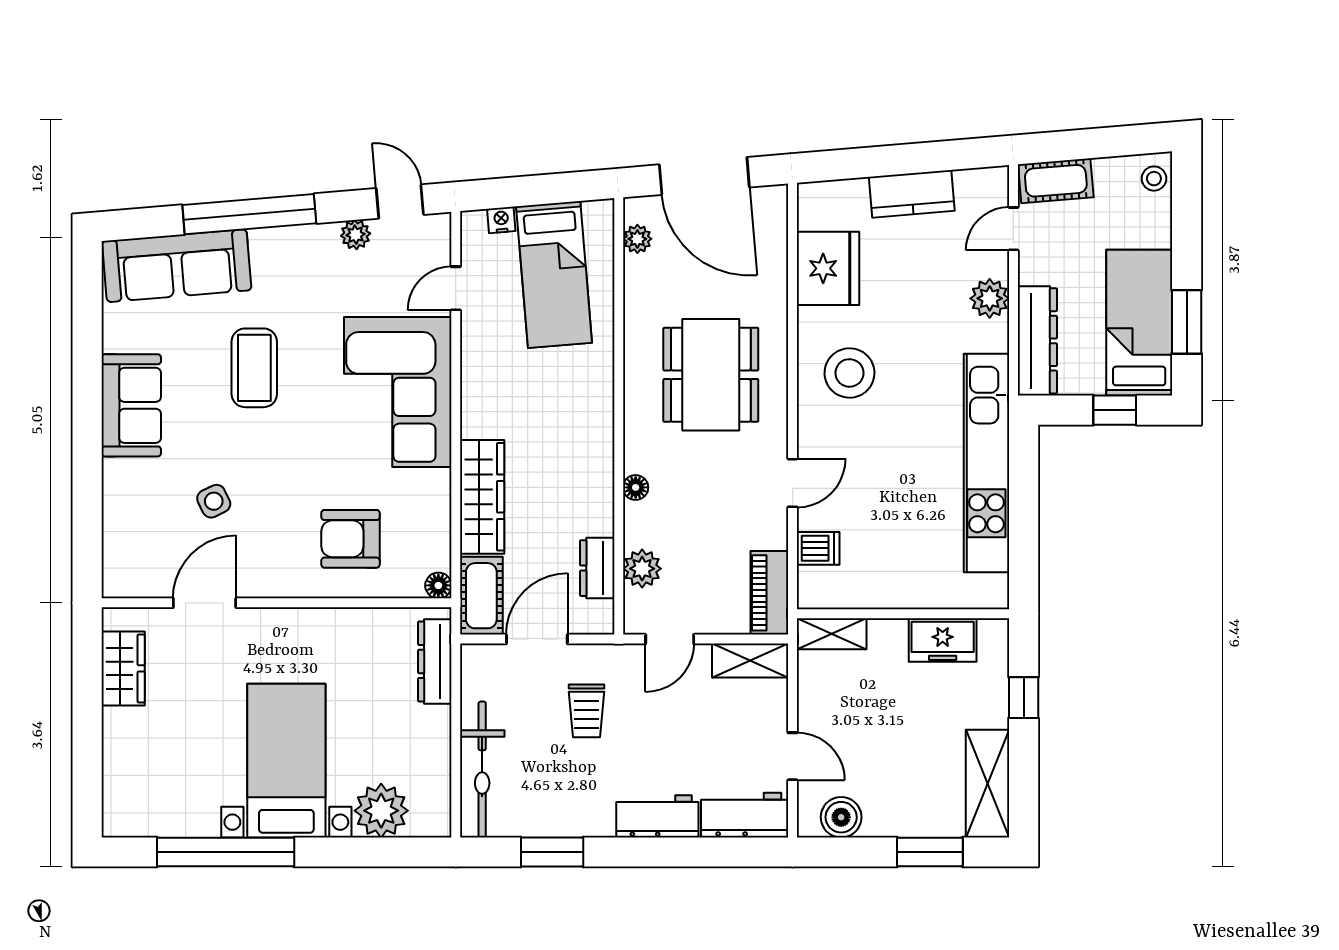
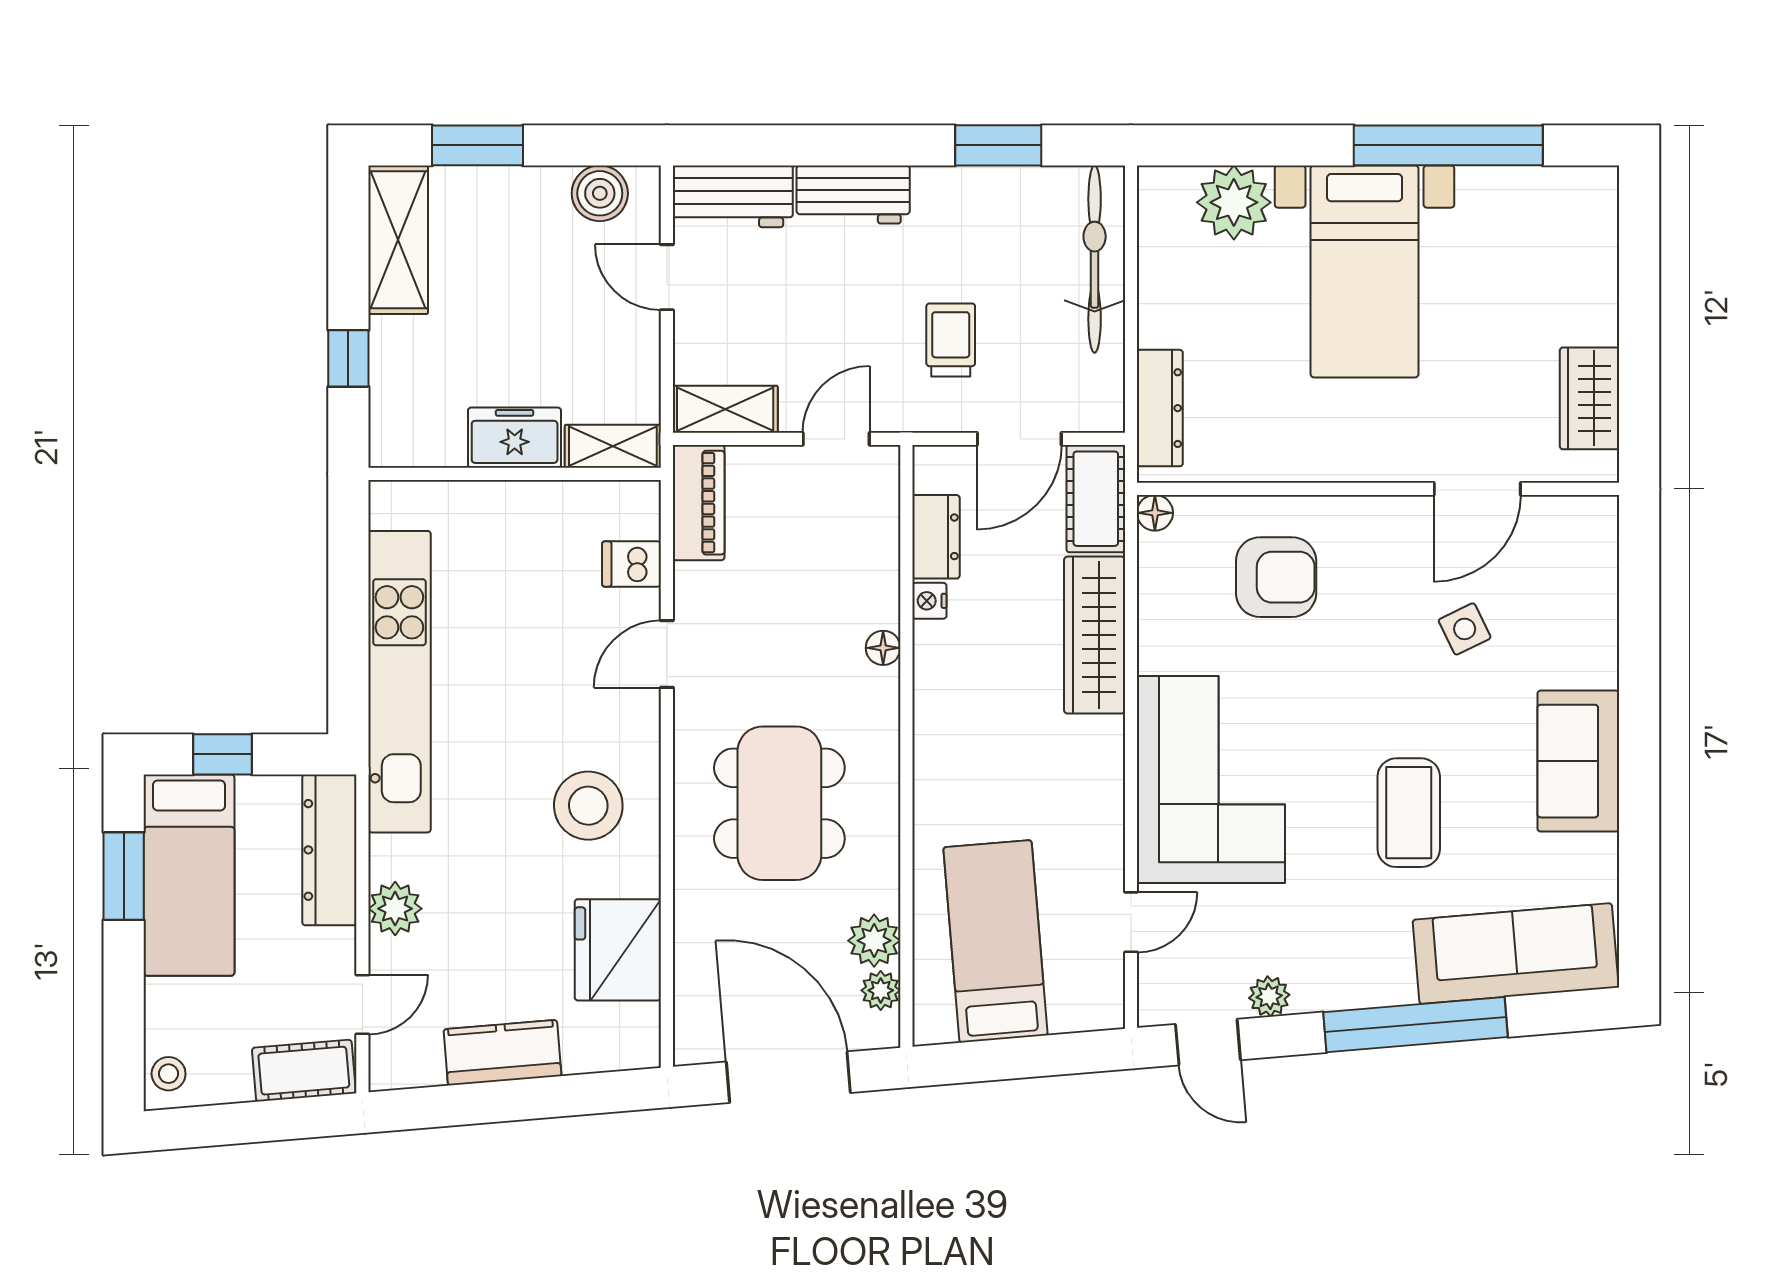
nightstand: (501, 220) -> (929, 601), moved, turned 95
plant: (642, 569) -> (874, 941), moved
freezer: (943, 640) -> (515, 438), moved

